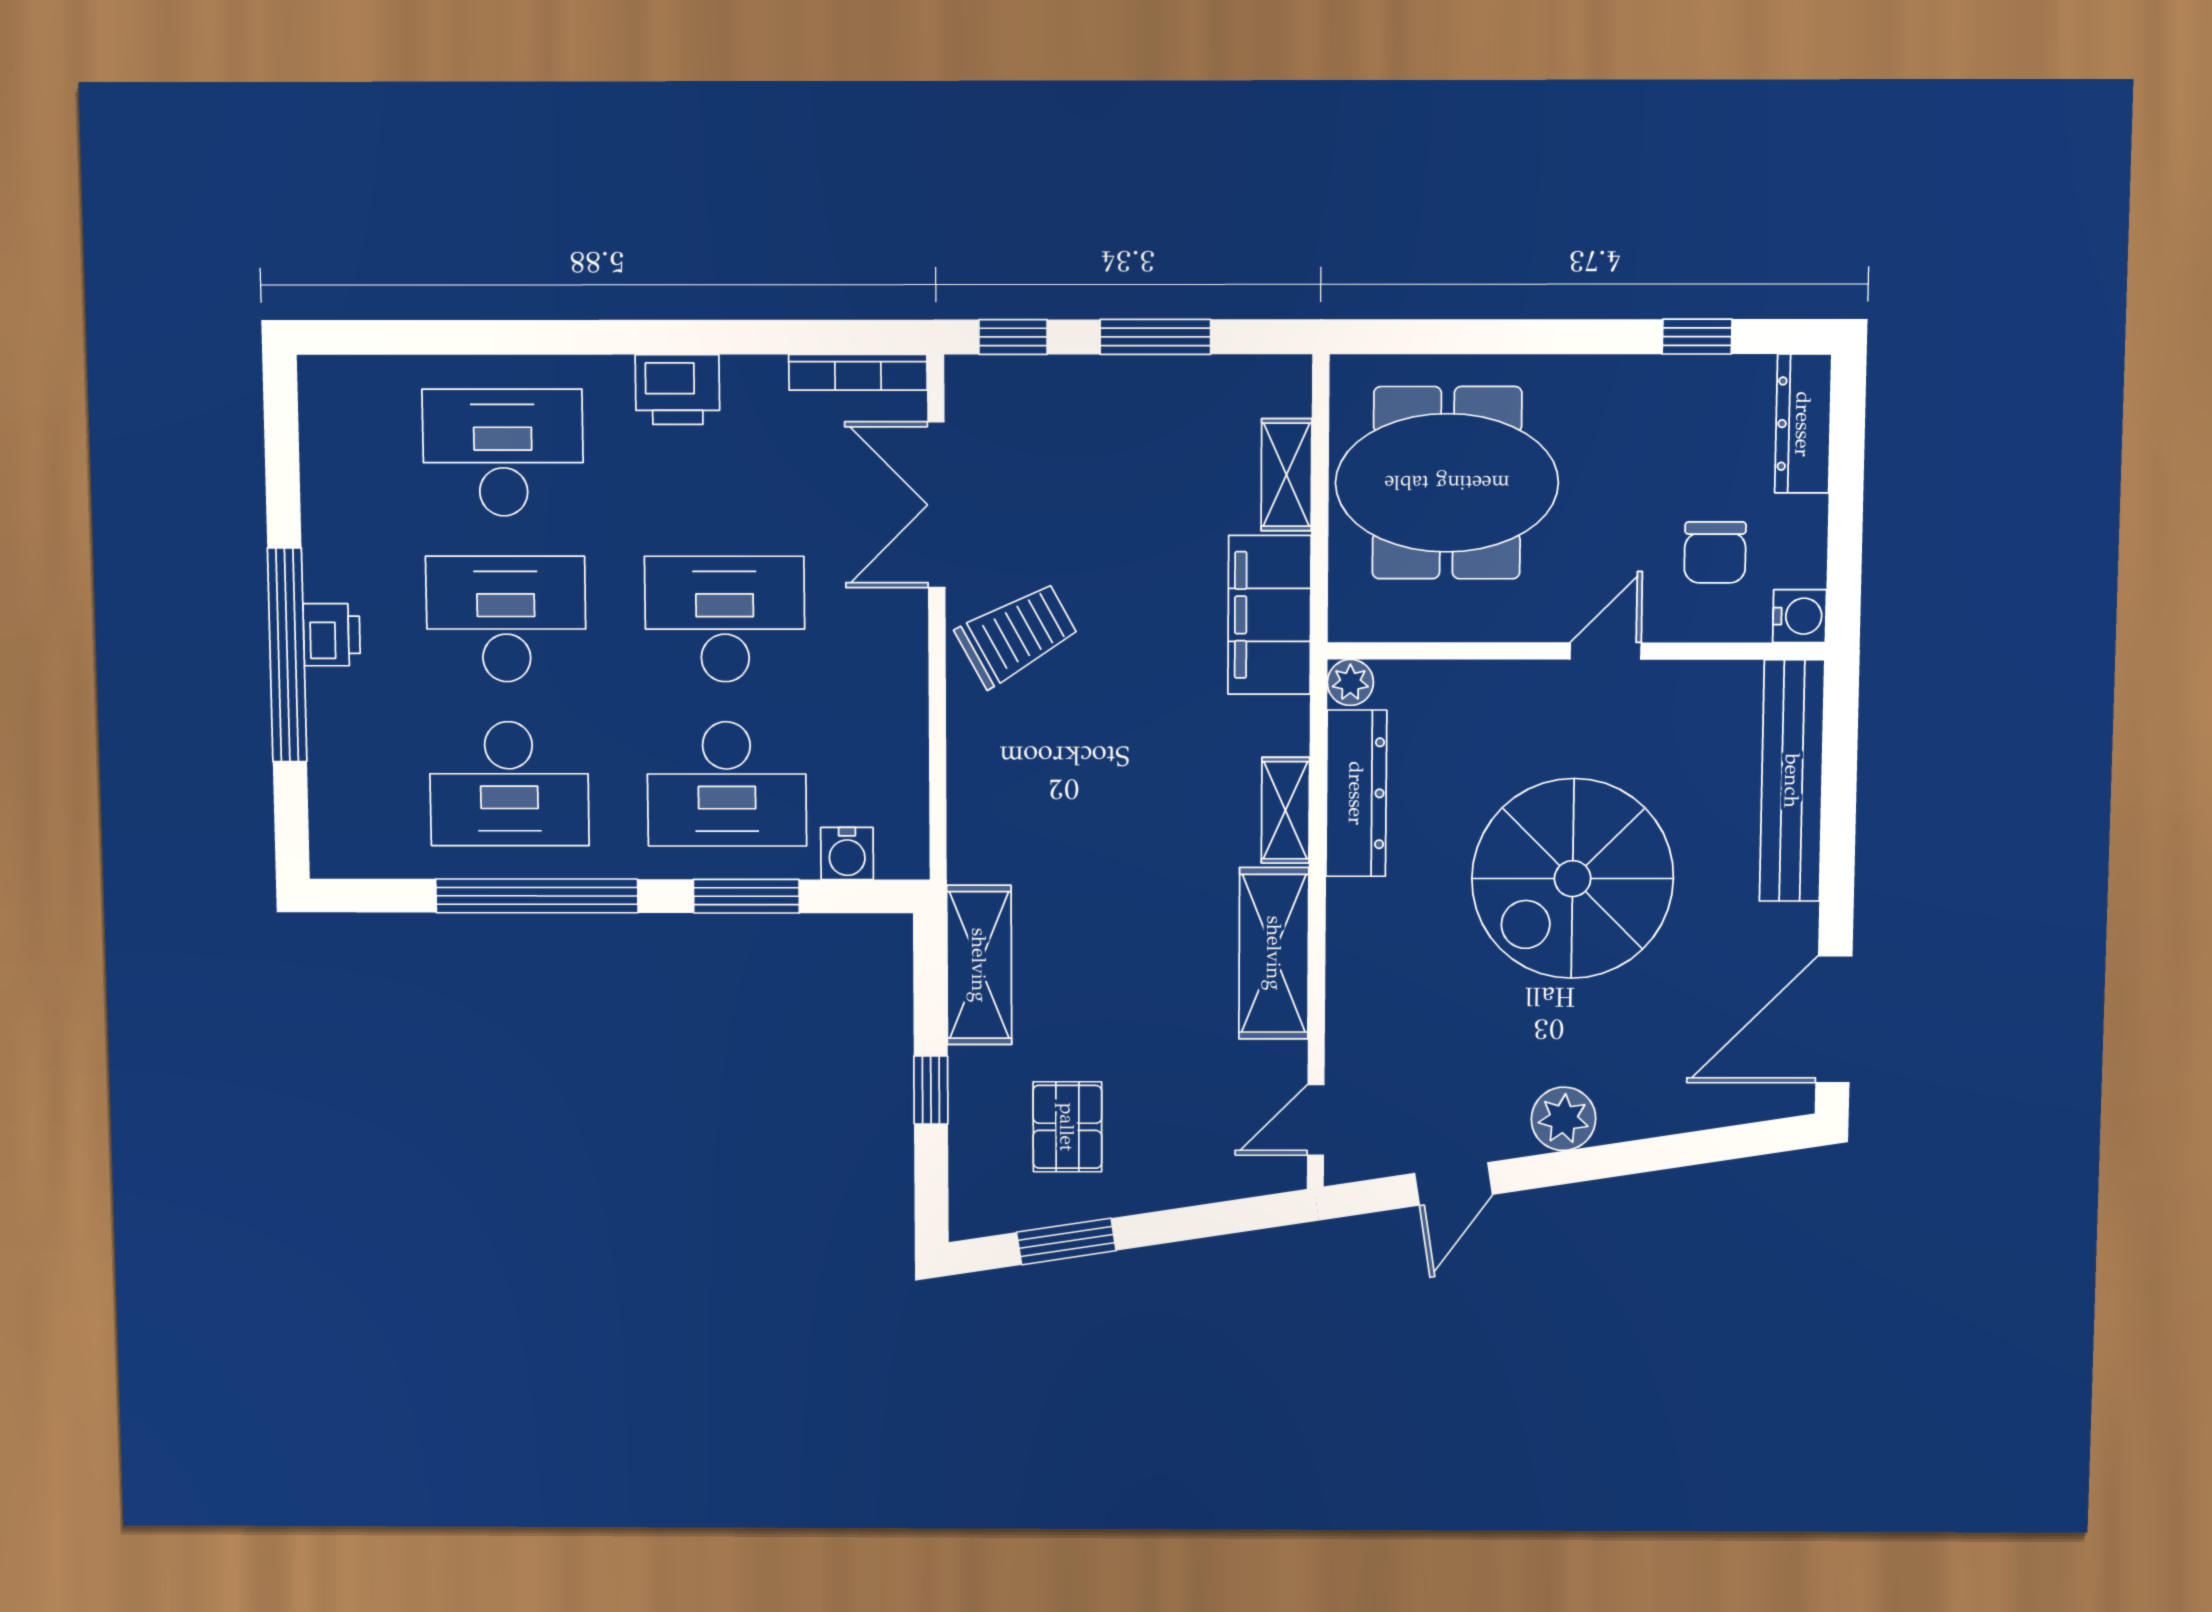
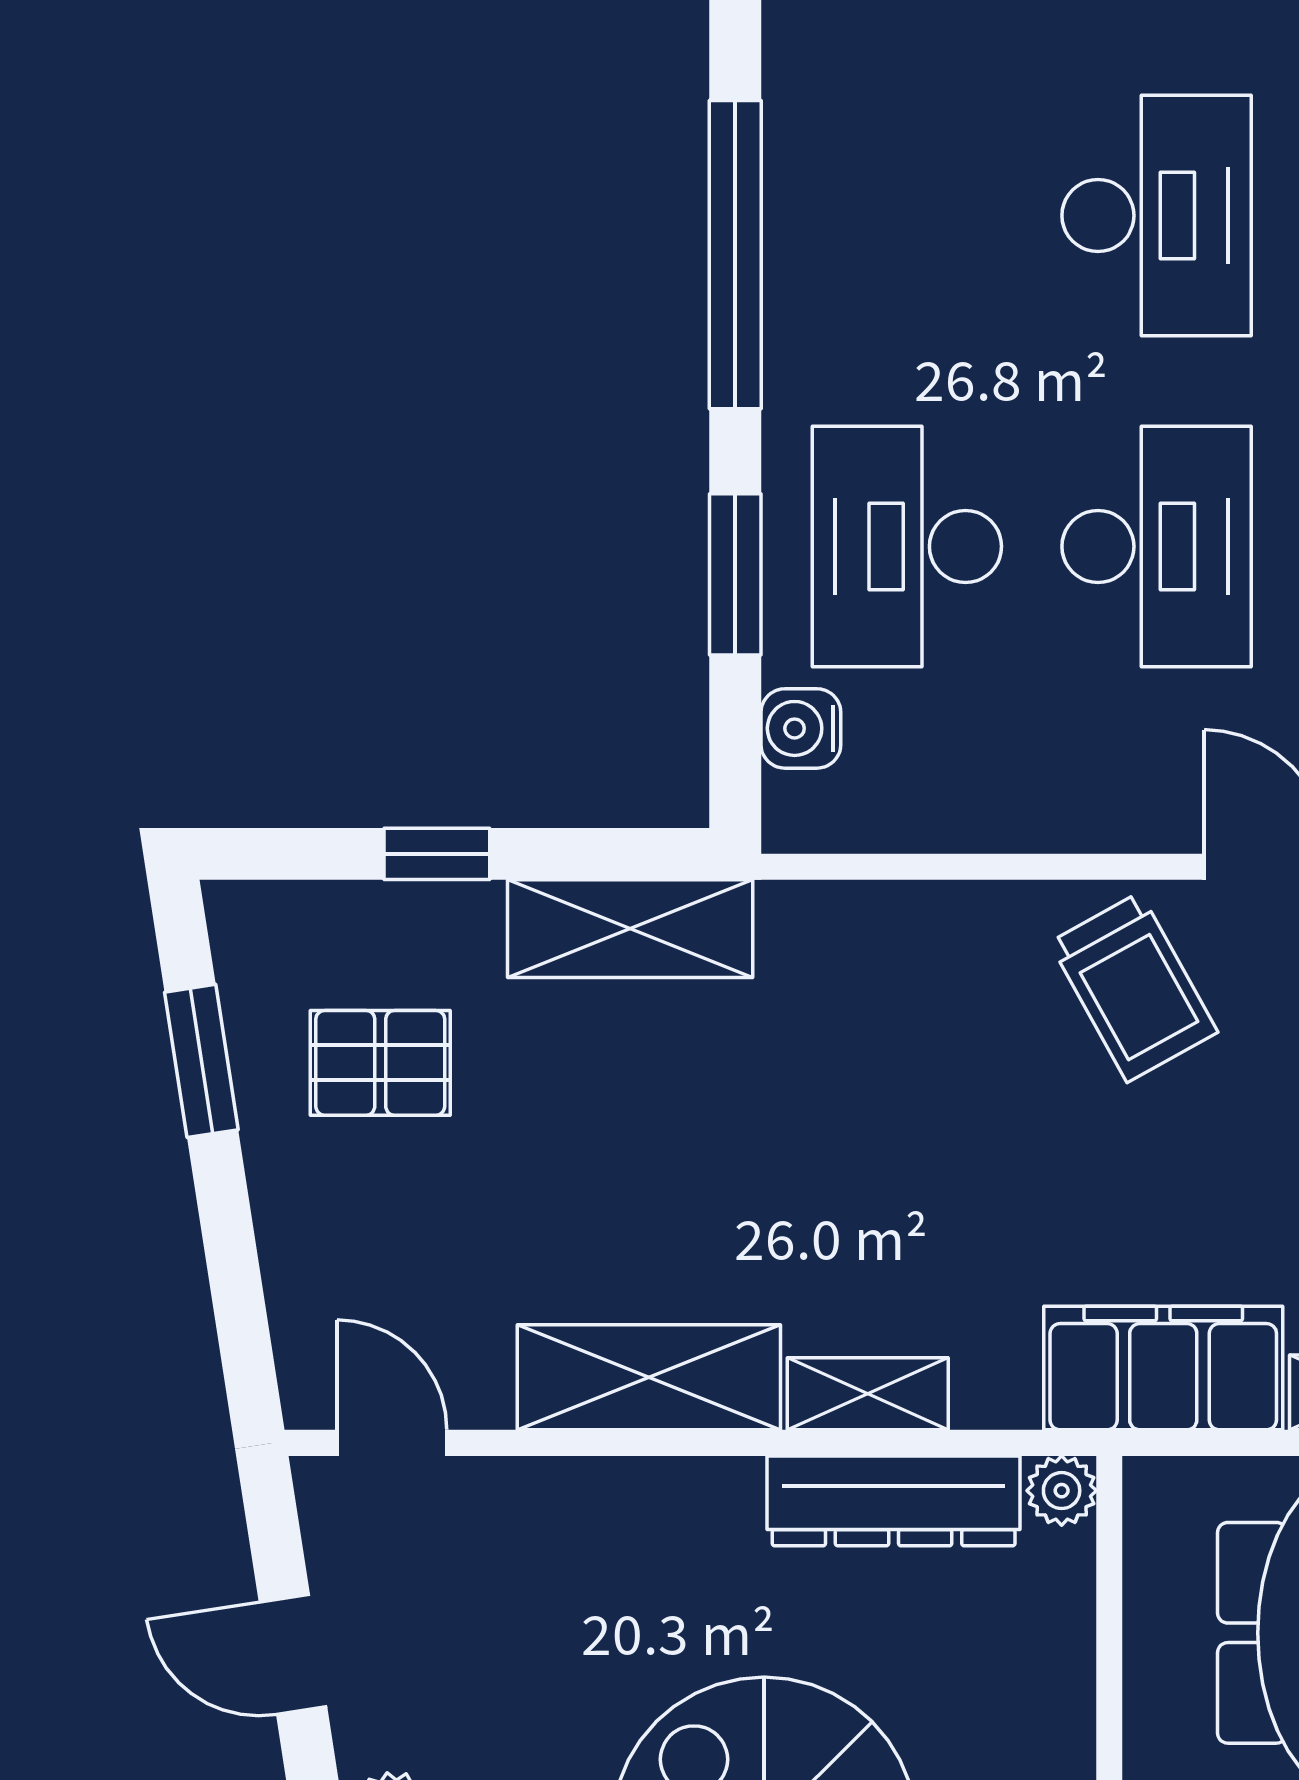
desk: (509, 784) -> (907, 216), removed

